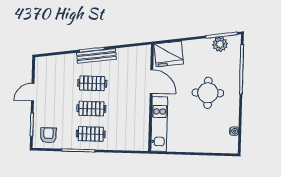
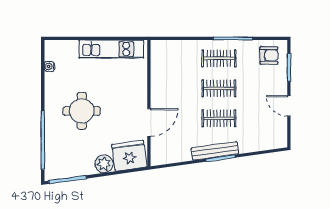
plant: (220, 44) -> (104, 164), moved
door: (151, 81) -> (149, 123), swing flipped
door: (33, 92) -> (289, 106), swing flipped
kitchen unit: (159, 124) -> (111, 49), moved, turned -90
armchair: (48, 135) -> (269, 55), turned -90

